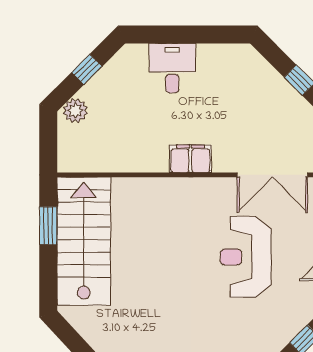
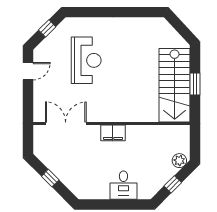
window: (48, 226) -> (195, 84), moved
reception desk: (246, 257) -> (86, 60), moved

